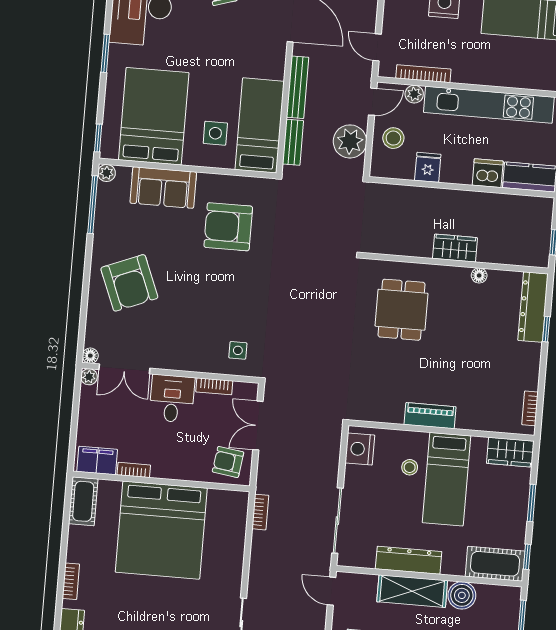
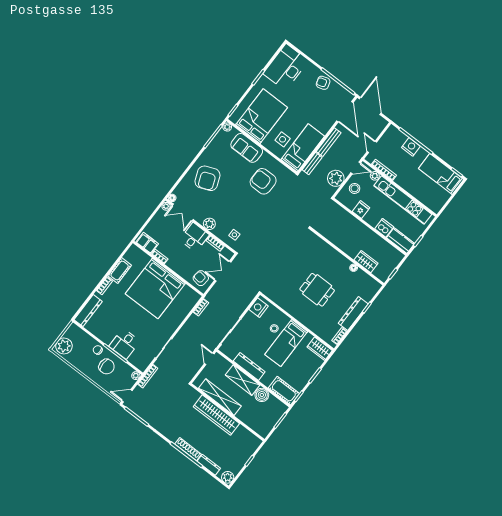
wardrobe: (455, 248) -> (366, 262), moved
dresser: (533, 307) -> (353, 314), moved
dining table: (402, 310) -> (317, 290), moved, turned 90
plant: (183, 359) -> (209, 224), added
piano: (430, 416) -> (296, 313), removed
cot: (83, 501) -> (120, 271), moved

